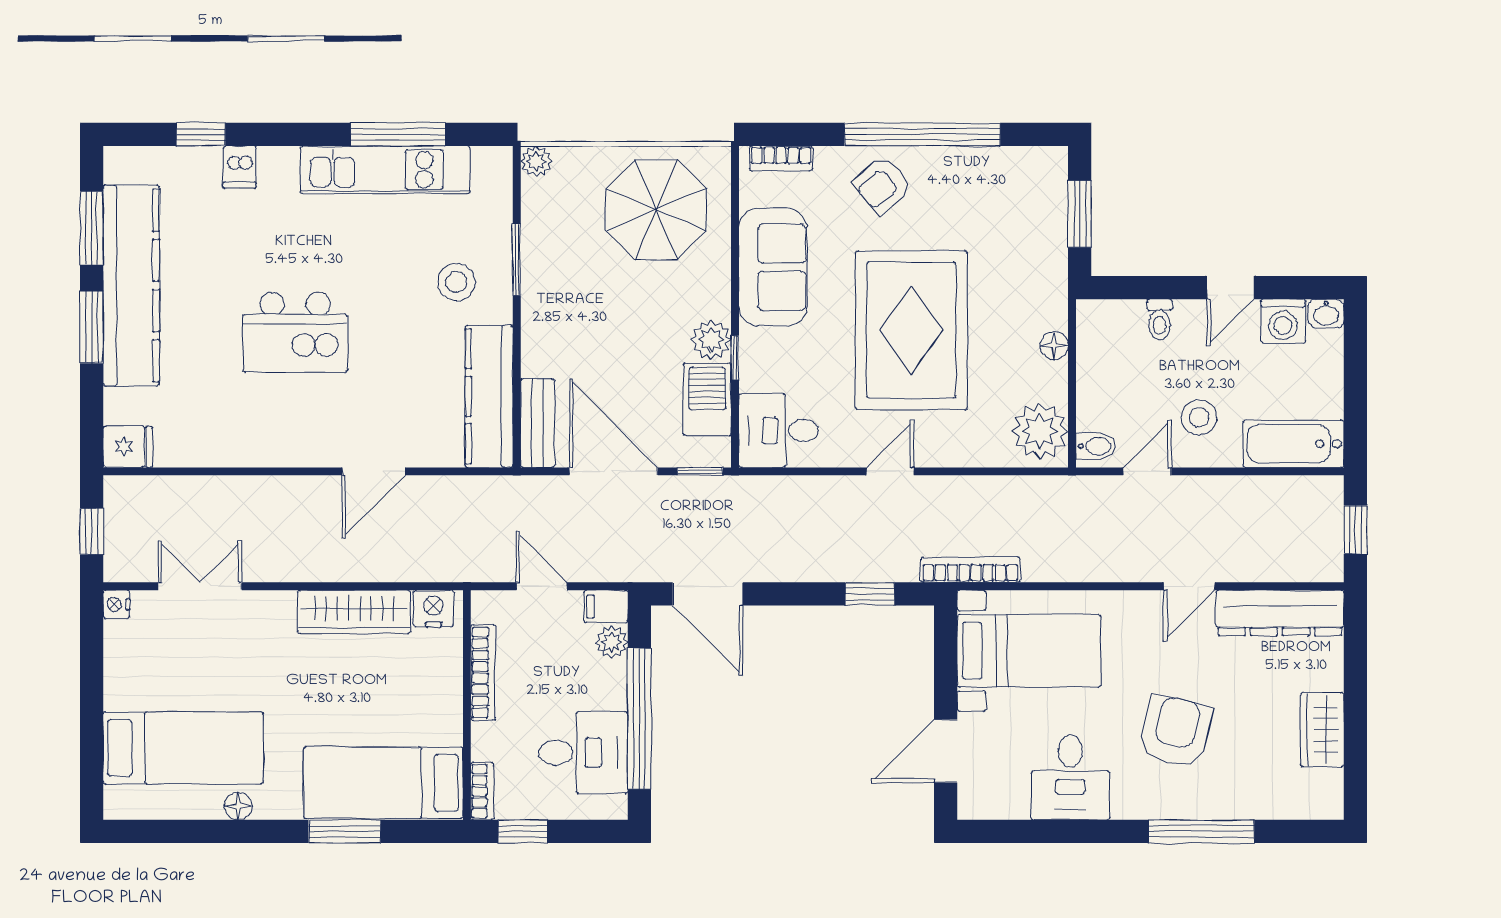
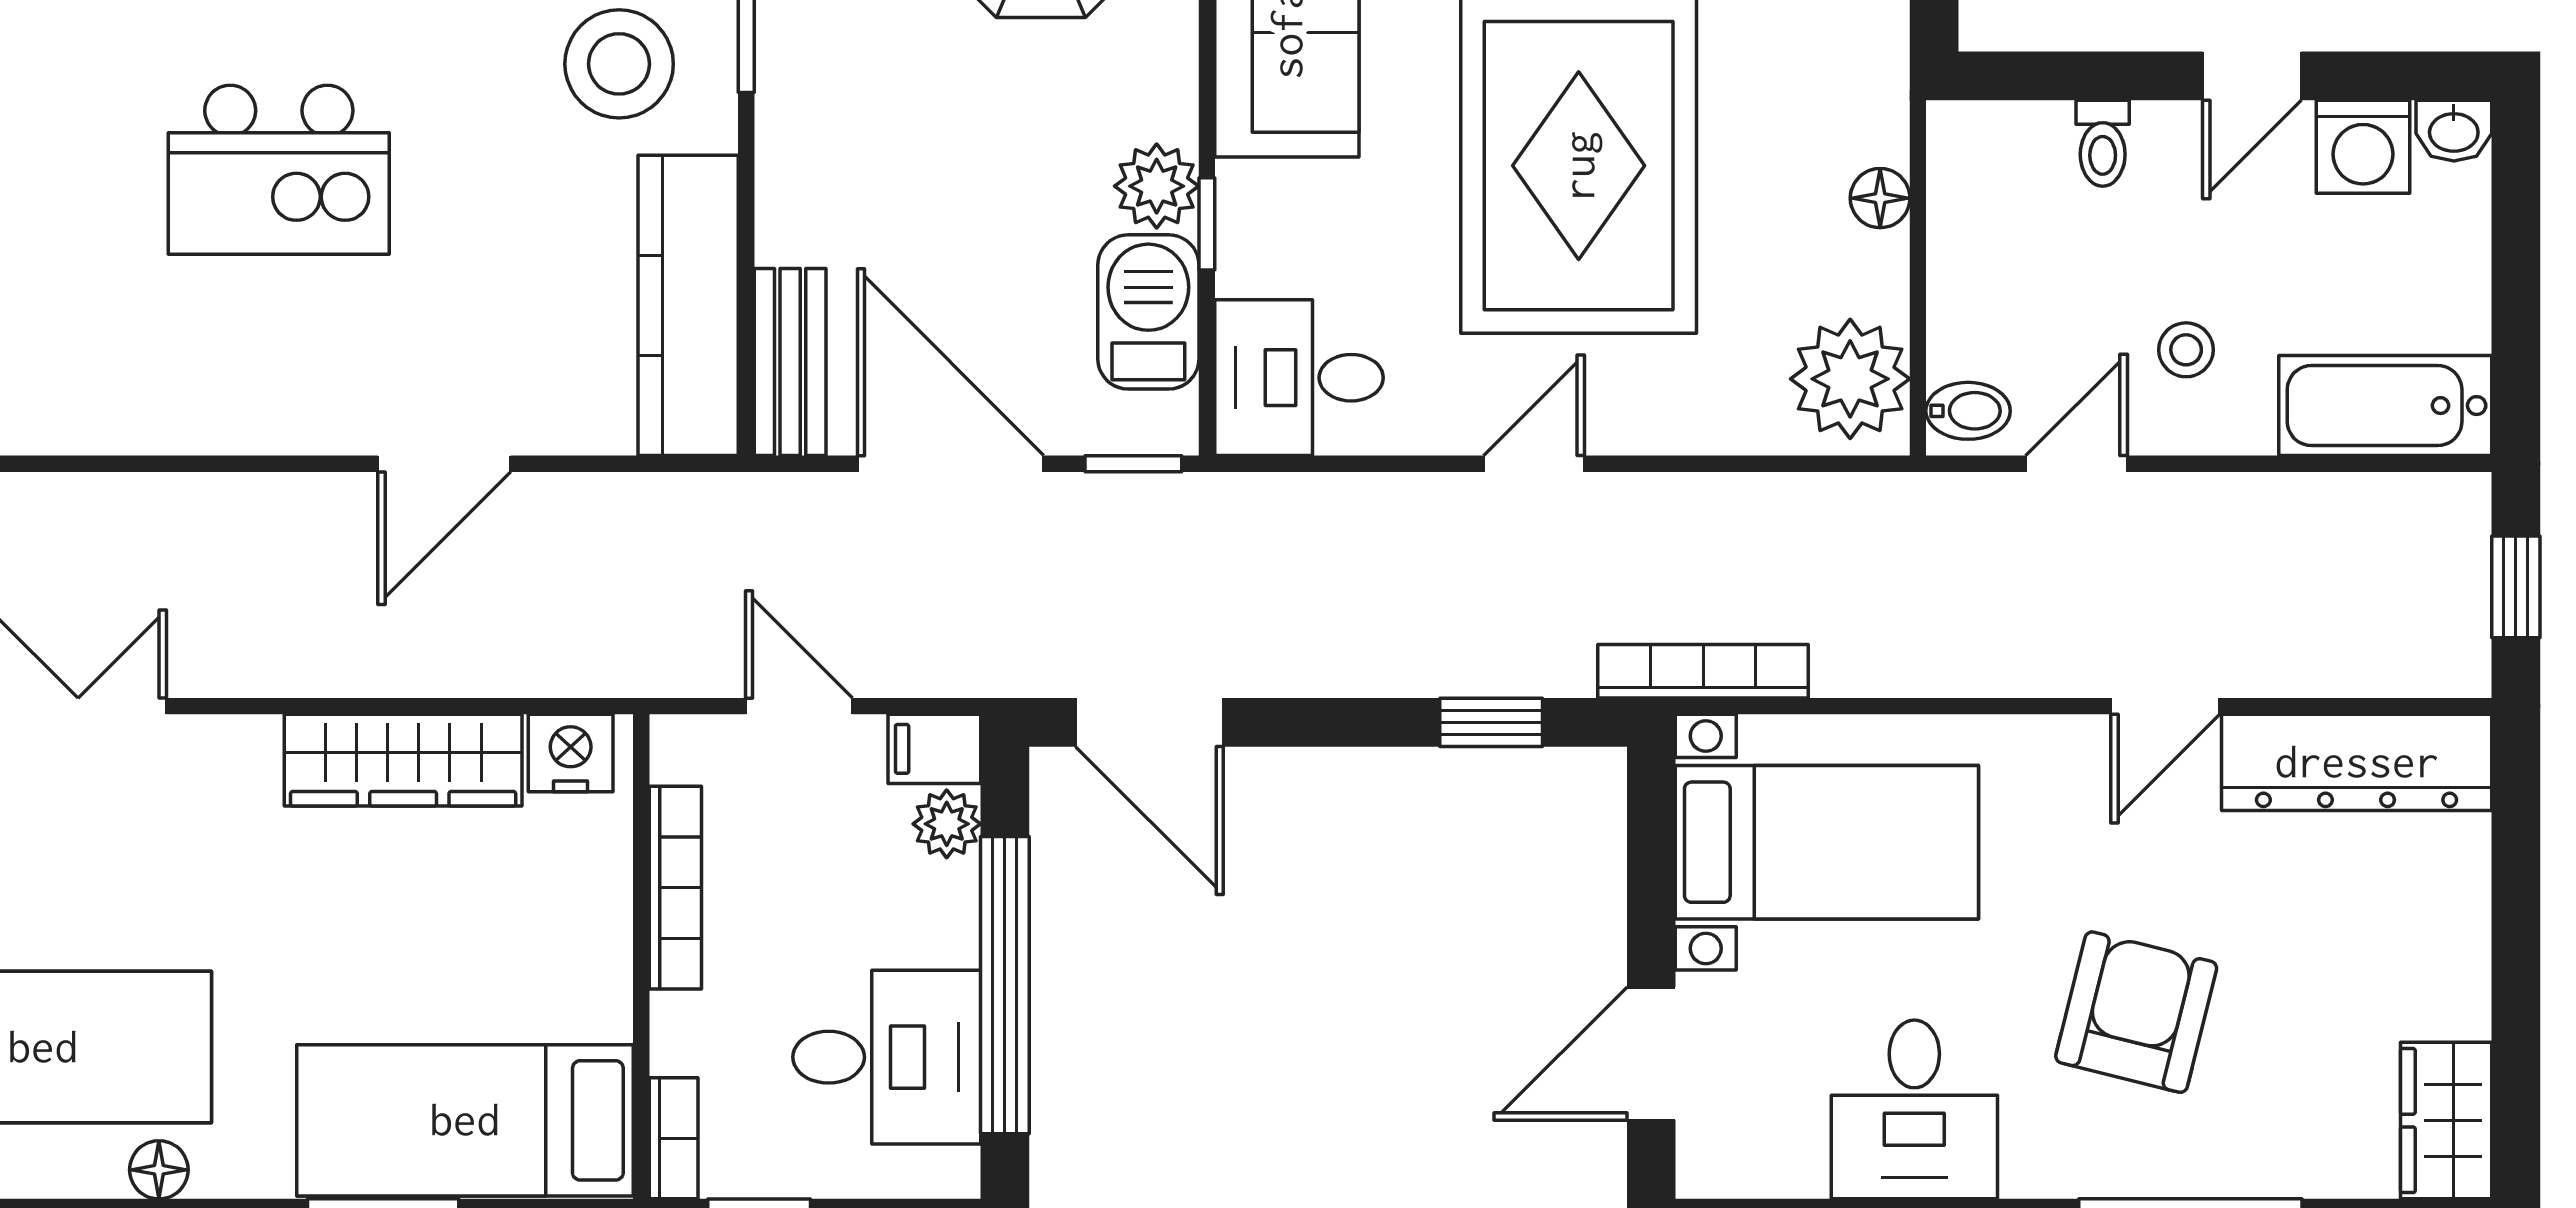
stool: (456, 282) -> (619, 64), width x1.38, depth x1.38
stool: (1199, 417) -> (2186, 350), width x0.73, depth x0.73
wardrobe: (1322, 730) -> (2446, 1121), moved

